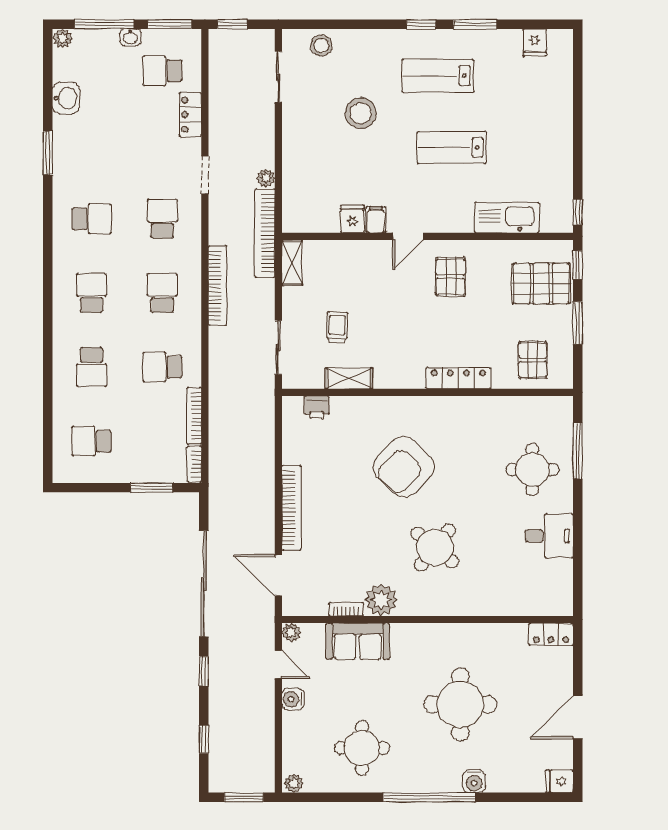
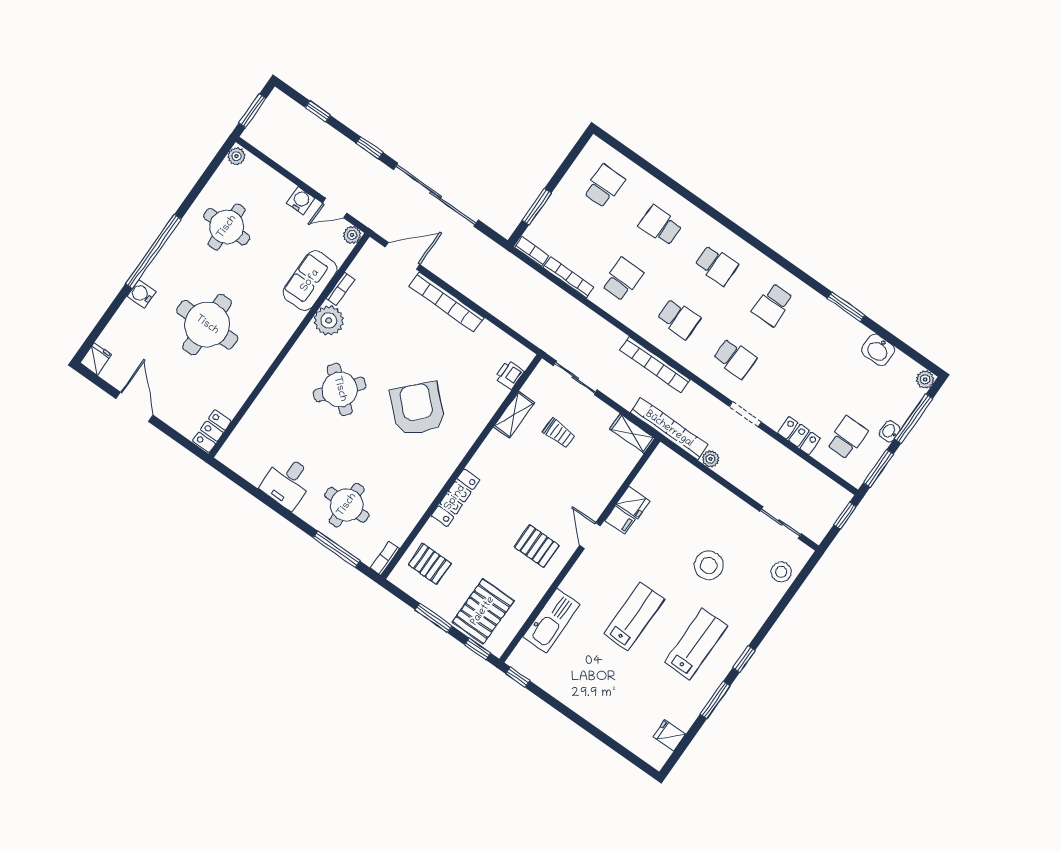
bookcase: (556, 403) -> (385, 558), added

